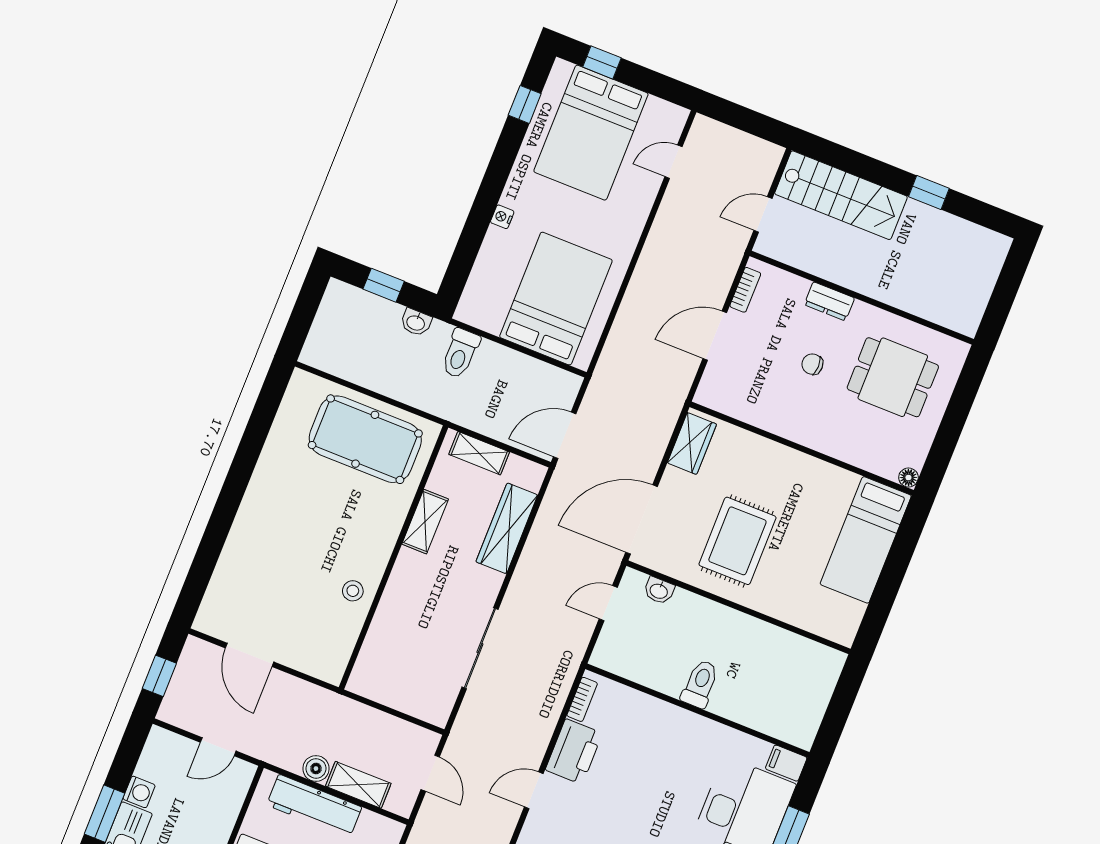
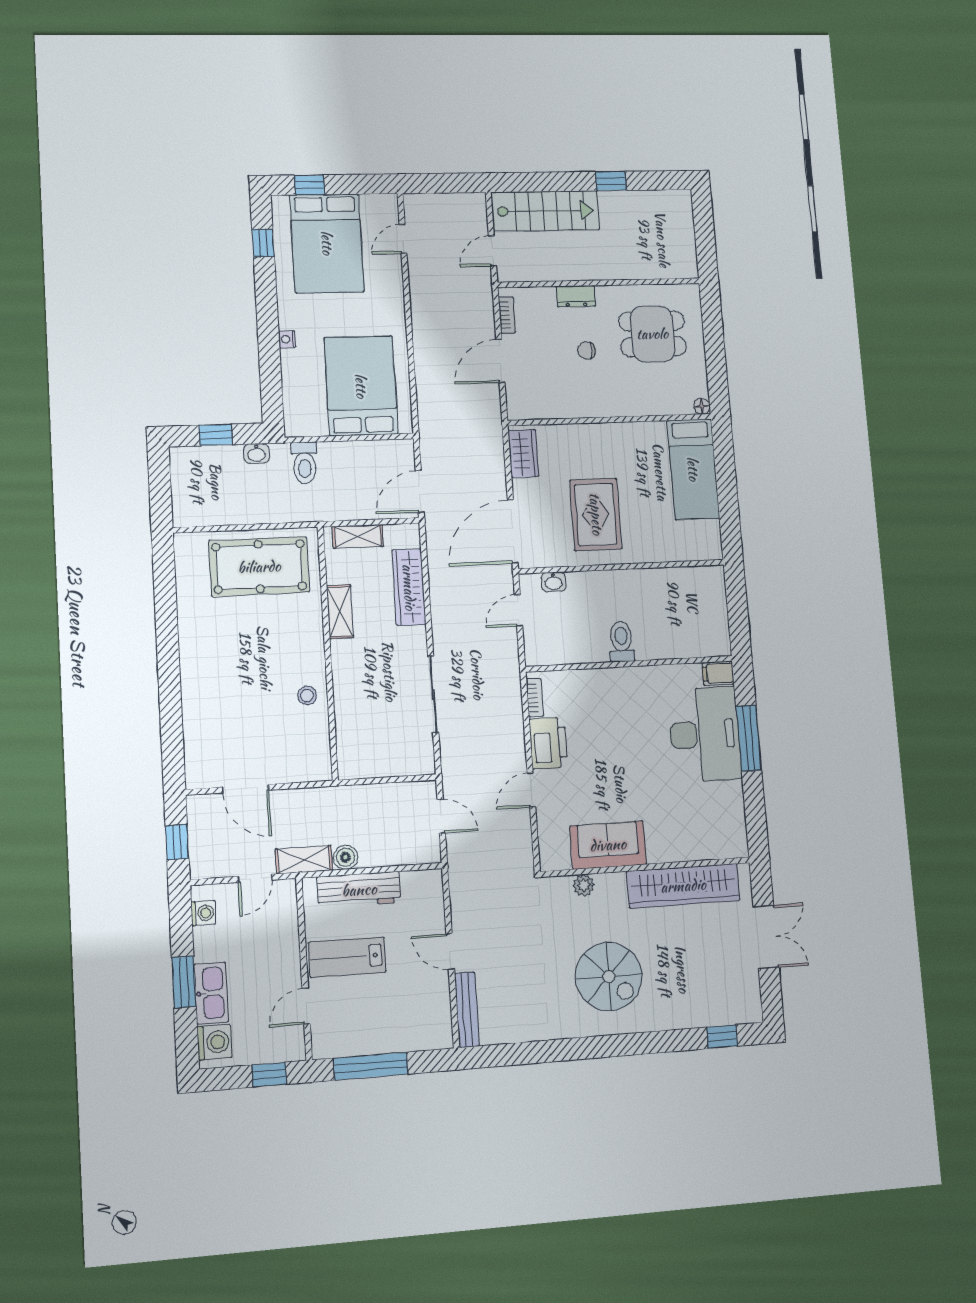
shelving: (358, 785) -> (304, 860), moved
washing machine: (139, 792) -> (203, 913), moved

